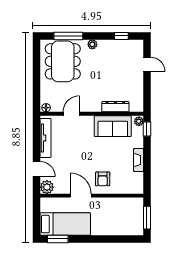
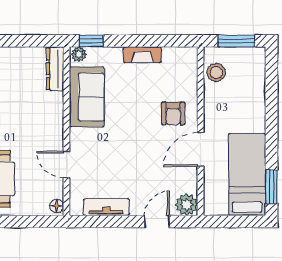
dresser: (115, 107) -> (55, 69), moved
tv unit: (45, 138) -> (106, 207), width x0.71
armchair: (103, 179) -> (173, 113), turned 90
stool: (128, 205) -> (216, 72), added

